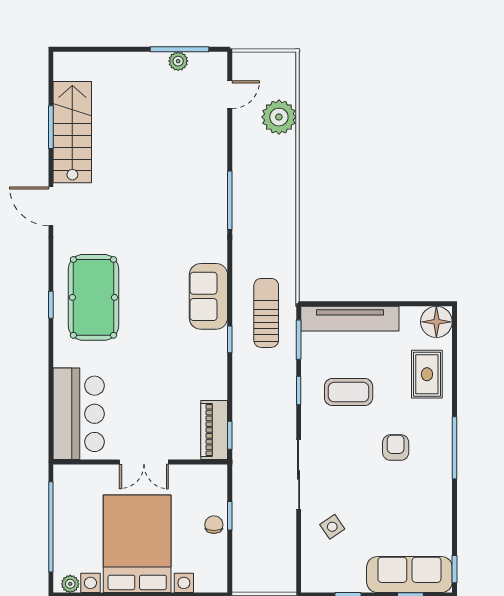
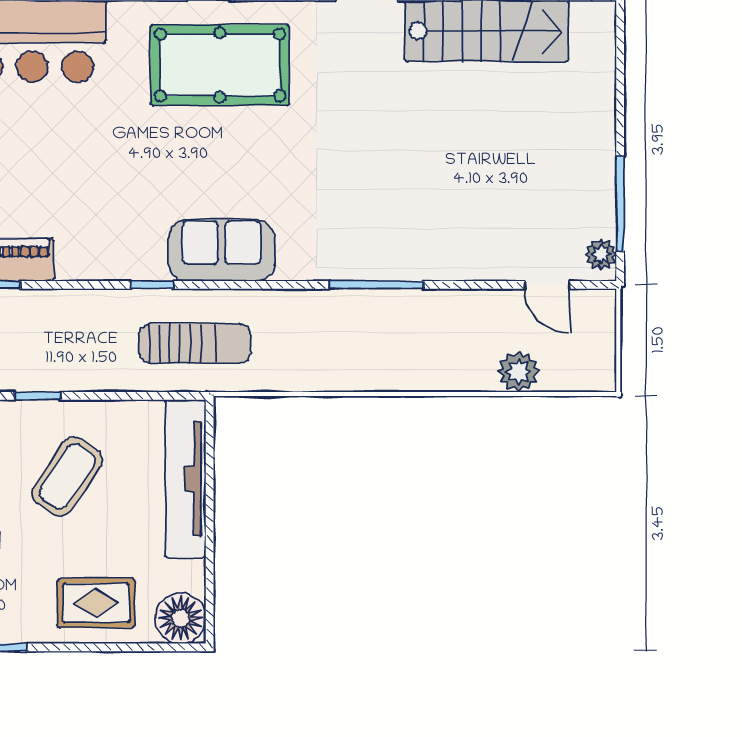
plant: (178, 61) -> (601, 254), moved
plant: (279, 117) -> (518, 372), width x0.73, depth x0.73
window: (299, 340) -> (152, 396), removed
window: (299, 391) -> (38, 396), moved
coffee table: (349, 392) -> (67, 476), turned 34

